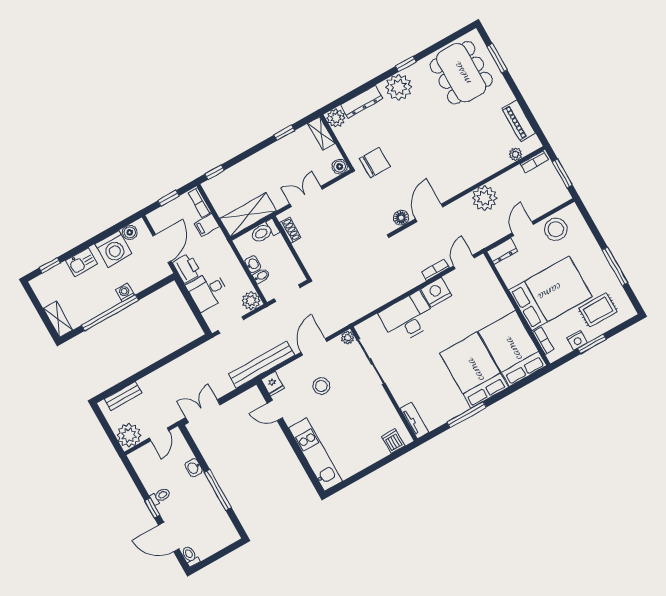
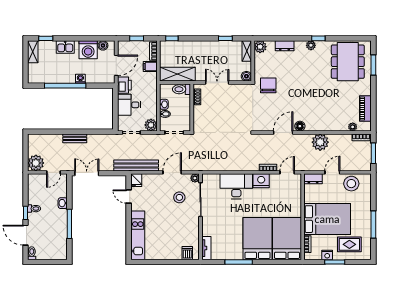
plant: (399, 87) -> (311, 45), width x0.53, depth x0.53
dresser: (362, 102) -> (285, 46), width x0.70
chair: (375, 162) -> (268, 85), turned -90
floor lamp: (401, 218) -> (300, 126), moved
shelving: (58, 319) -> (33, 52), moved
stool: (321, 386) -> (179, 197), moved
bench: (123, 396) -> (75, 138), moved

